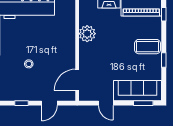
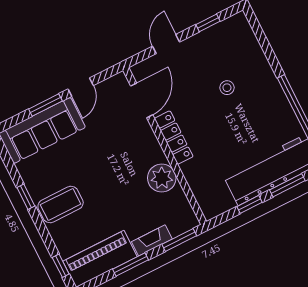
locker: (70, 52) -> (174, 138), added
door: (106, 103) -> (81, 87), swing flipped
window: (143, 103) -> (45, 105), moved

